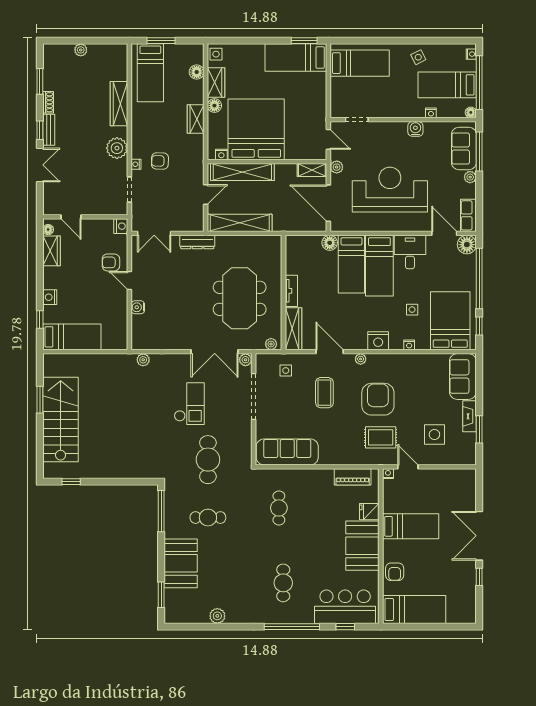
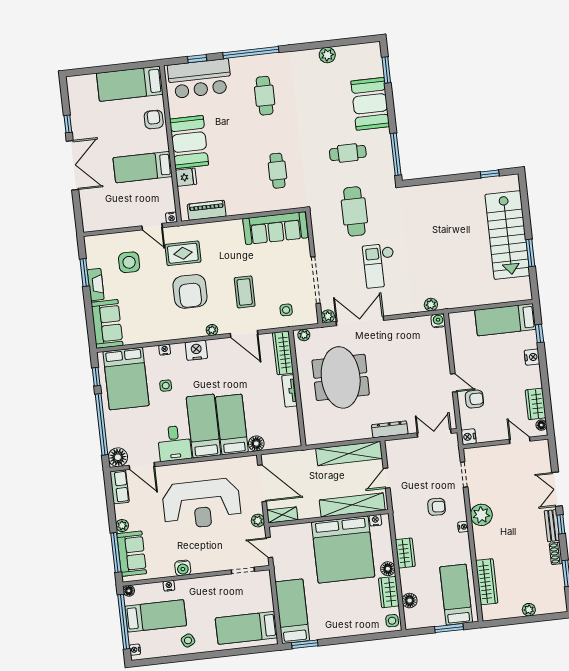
bed: (296, 57) -> (292, 611), moved, turned -90
wardrobe: (119, 104) -> (487, 582), moved
nightstand: (136, 164) -> (463, 527), moved
water cooler: (138, 307) -> (438, 321), moved, turned -90

